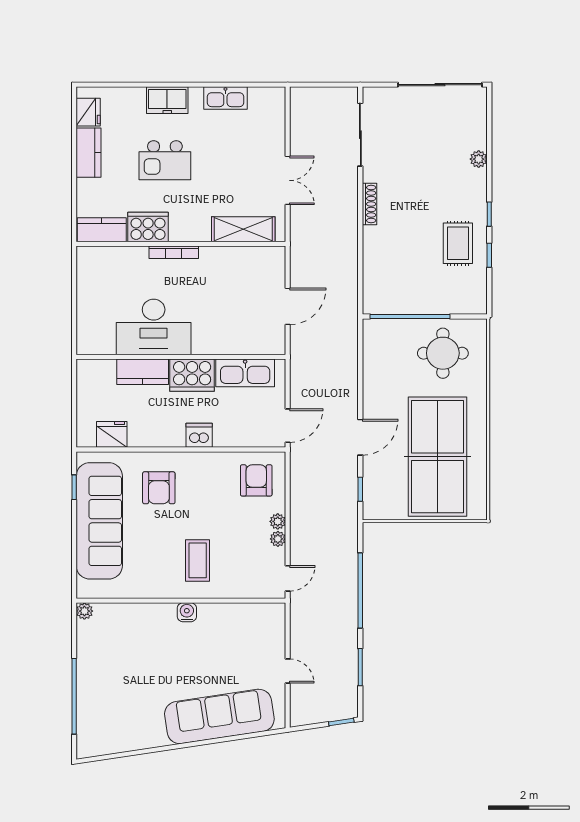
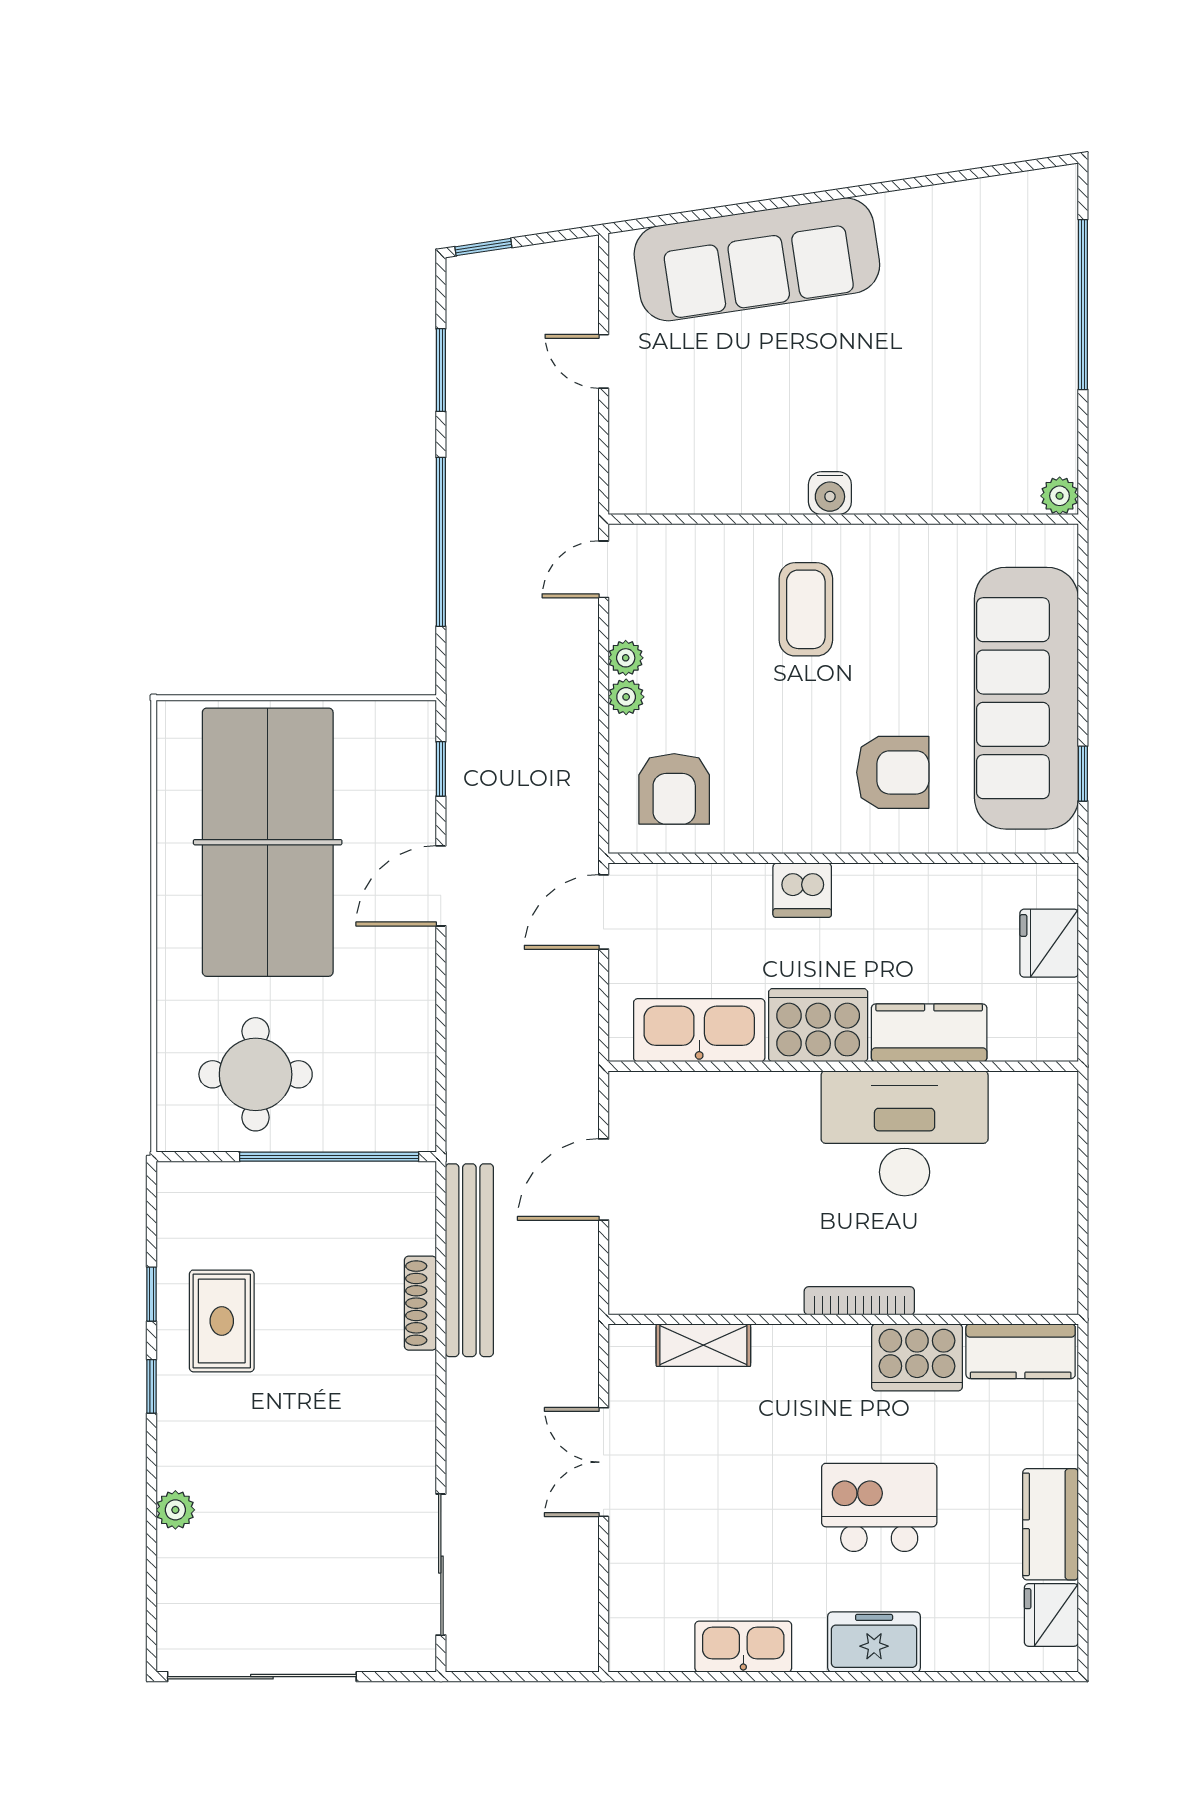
shoe rack: (369, 204) -> (420, 1303), moved
shelving: (243, 229) -> (703, 1345), width x0.67, depth x0.75
bench: (348, 270) -> (469, 1260), added
fridge: (112, 434) -> (1049, 943), moved, turned 90
armchair: (159, 488) -> (893, 772), turned 90

